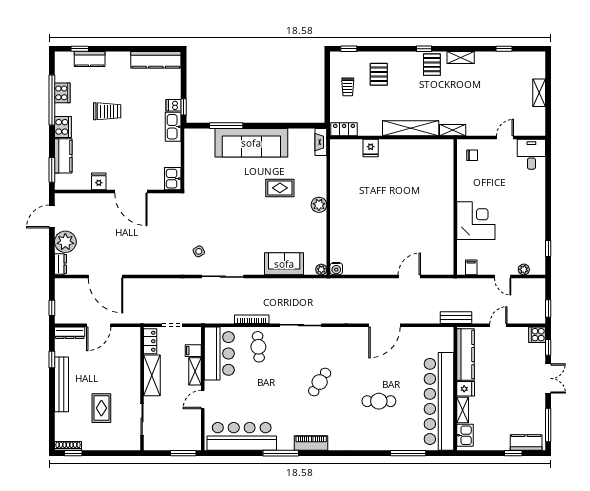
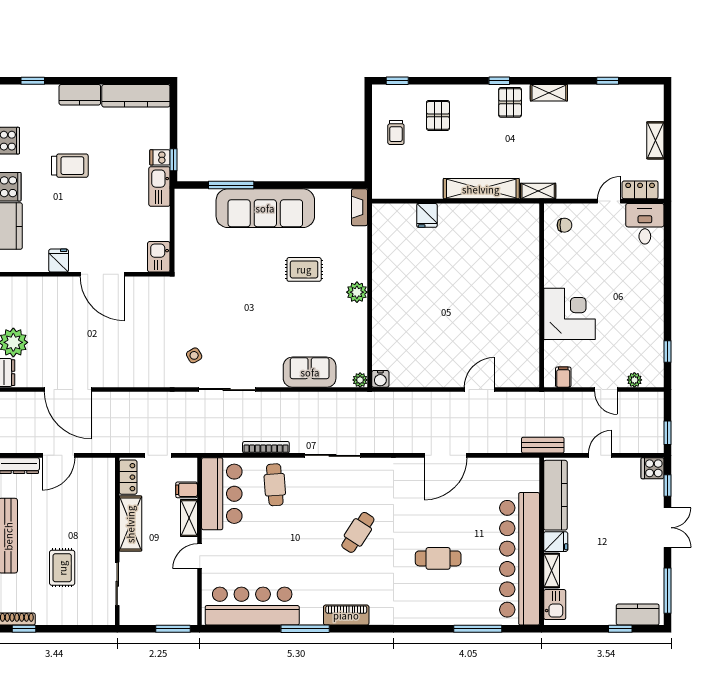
kitchen counter: (90, 59) -> (80, 95), moved
locker: (344, 129) -> (640, 190), moved

